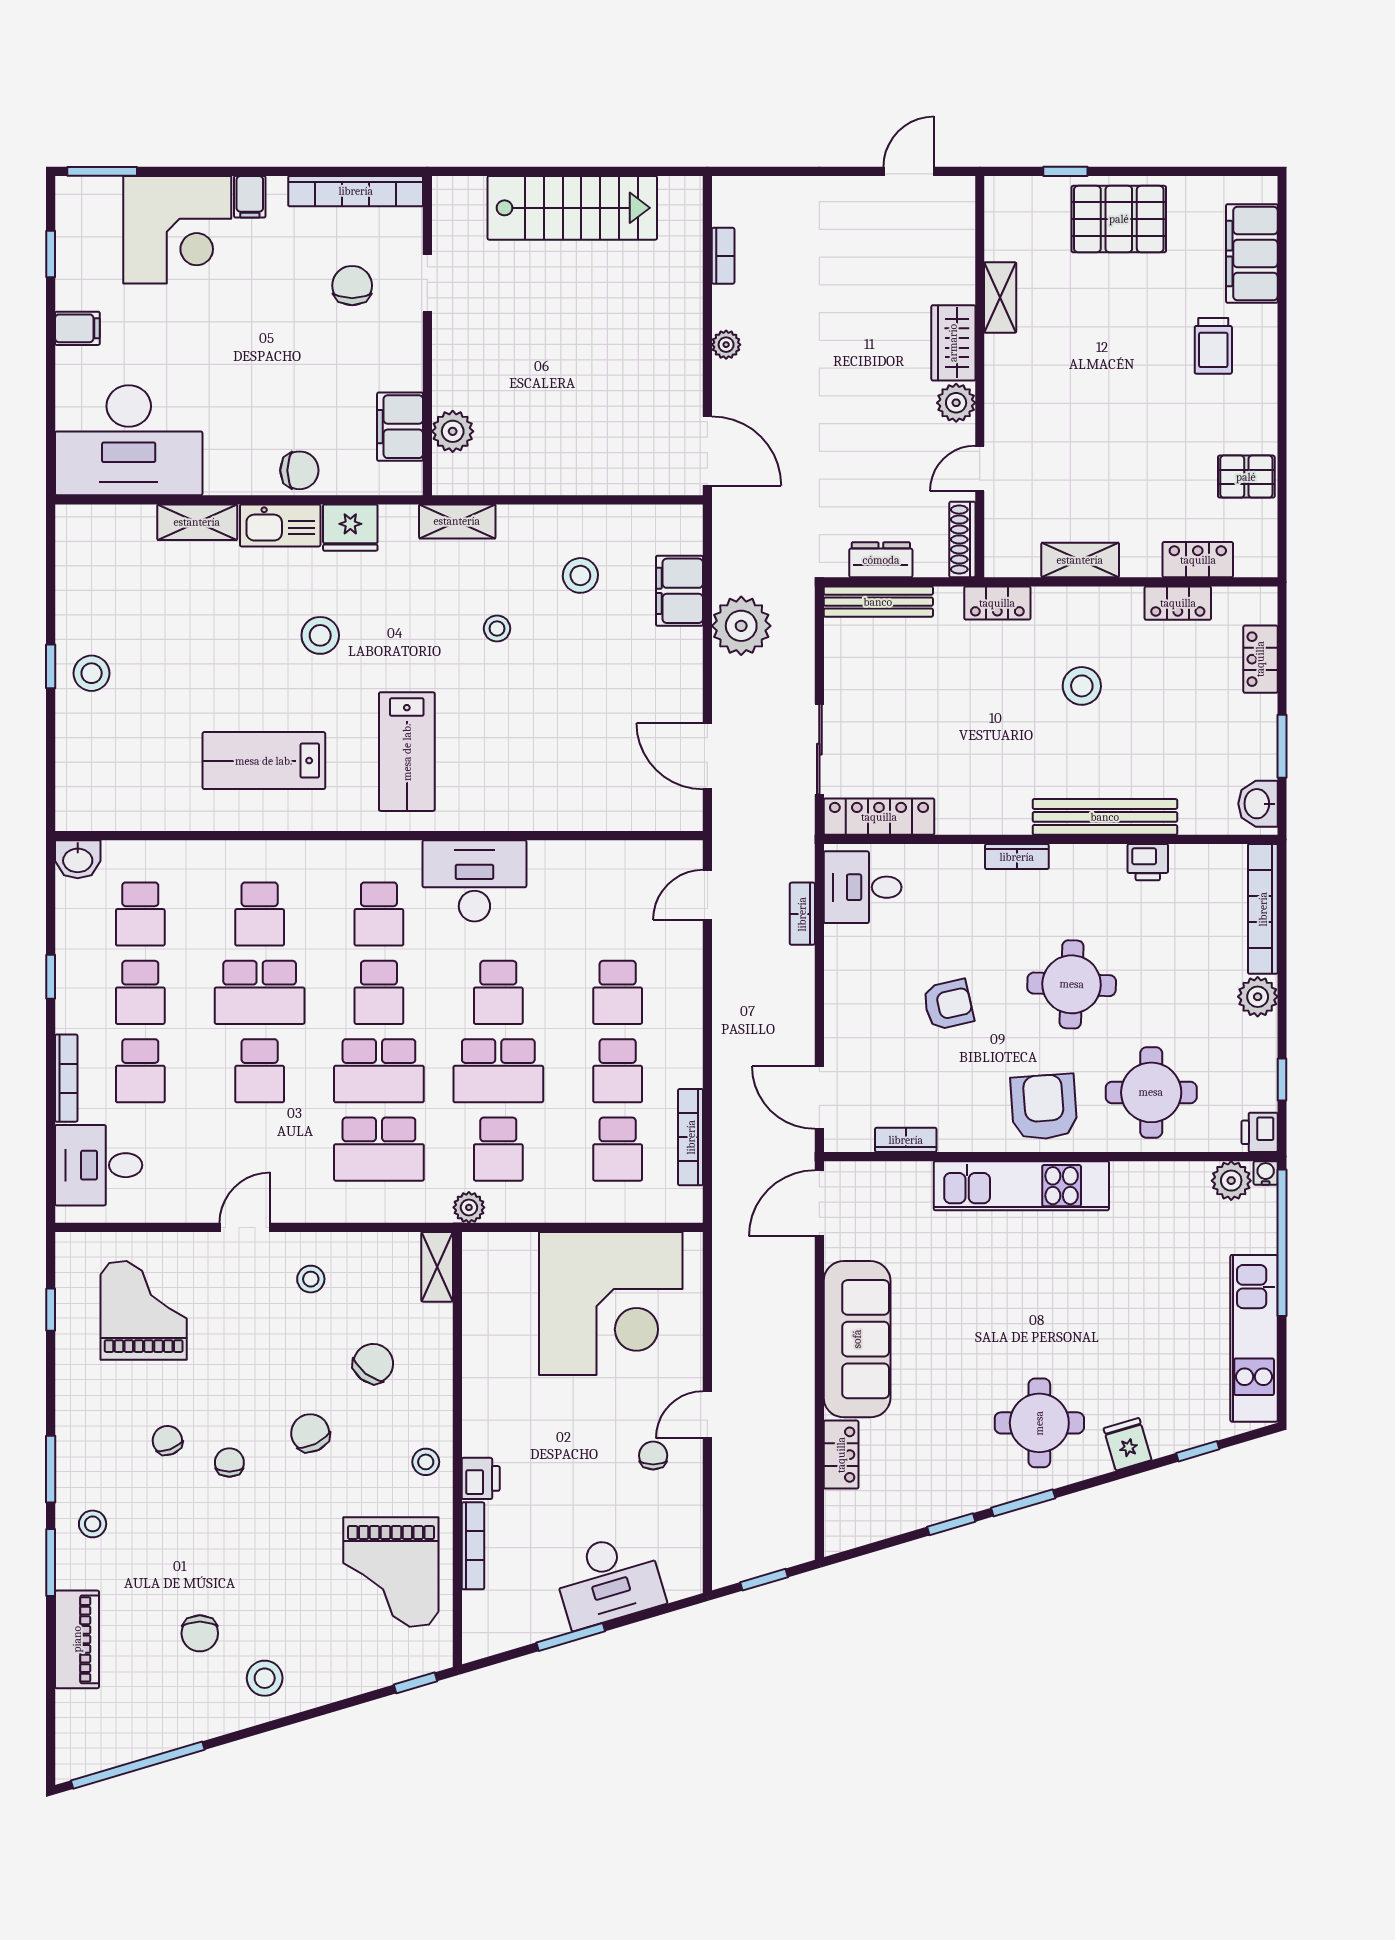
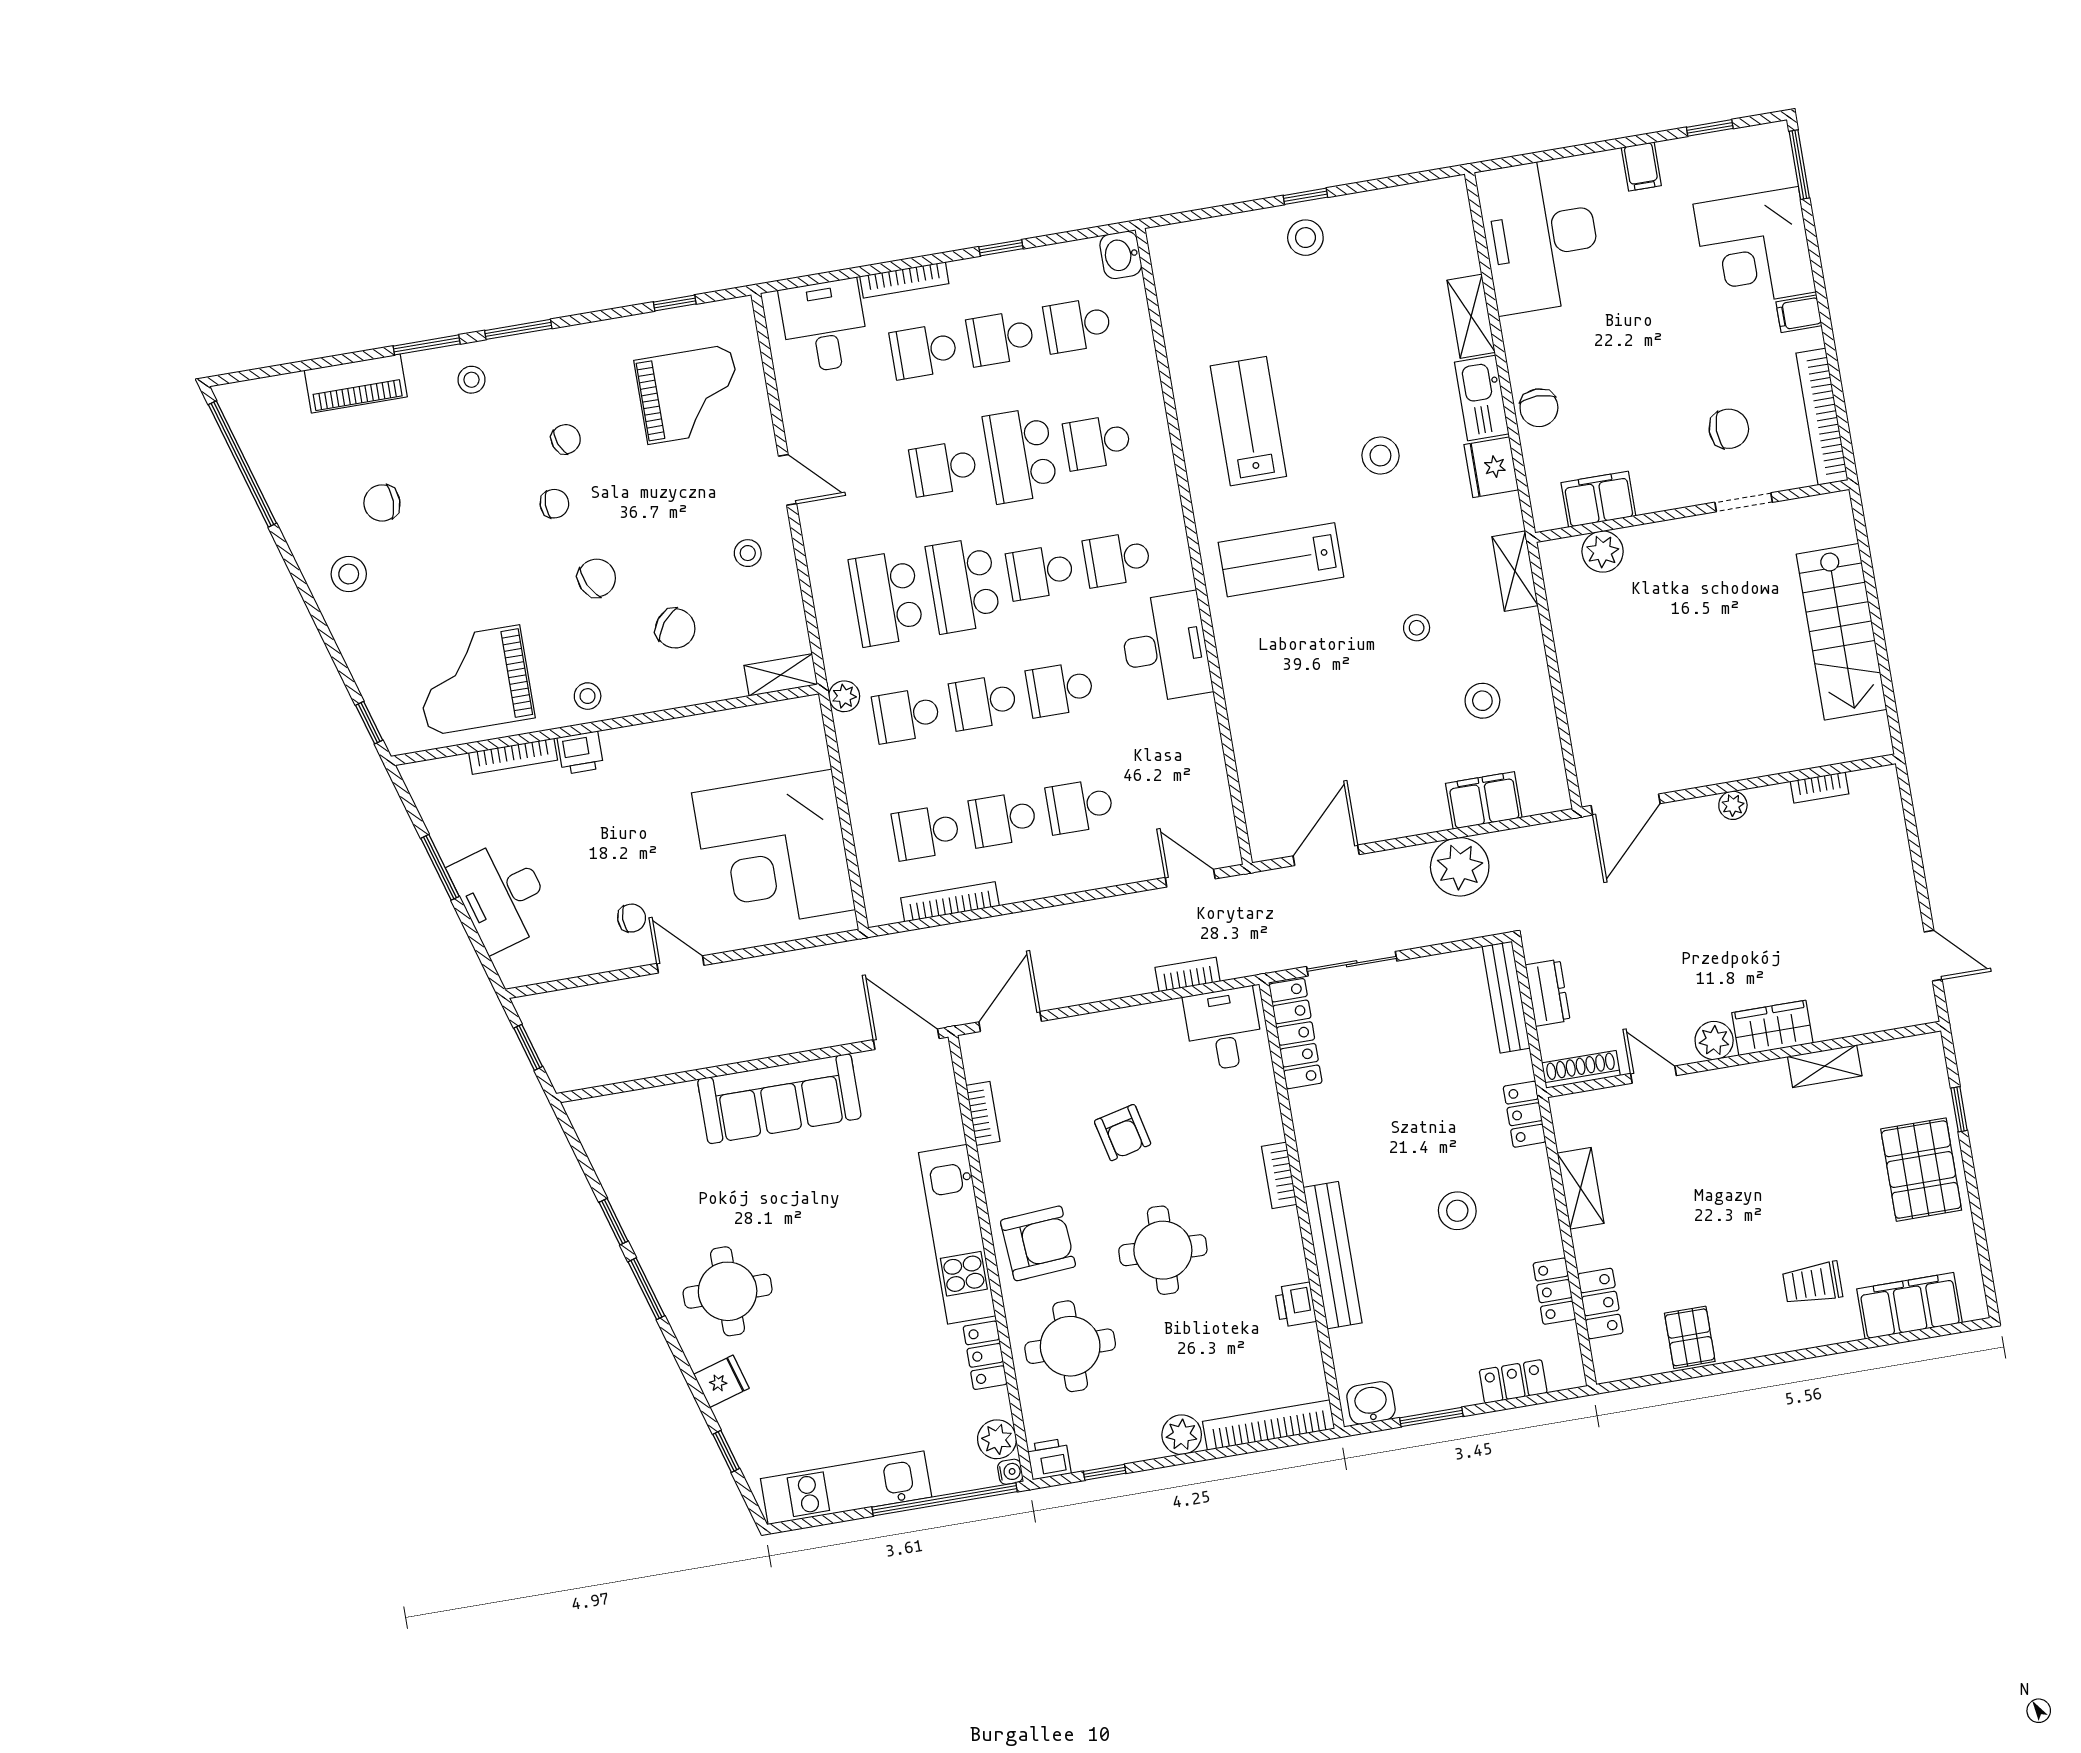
school desk: (498, 1071) -> (983, 702), width x0.54
locker: (841, 1455) -> (985, 1355), moved, turned 90

